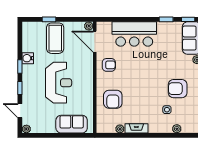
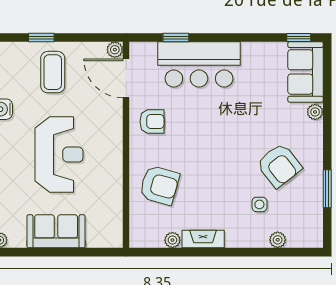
window: (166, 19) -> (176, 37), moved
coffee table: (55, 38) -> (53, 72), width x0.73, depth x0.76
armchair: (178, 89) -> (279, 166), turned -128
armchair: (113, 99) -> (159, 185), turned -74
sofa: (72, 124) -> (56, 231), moved

